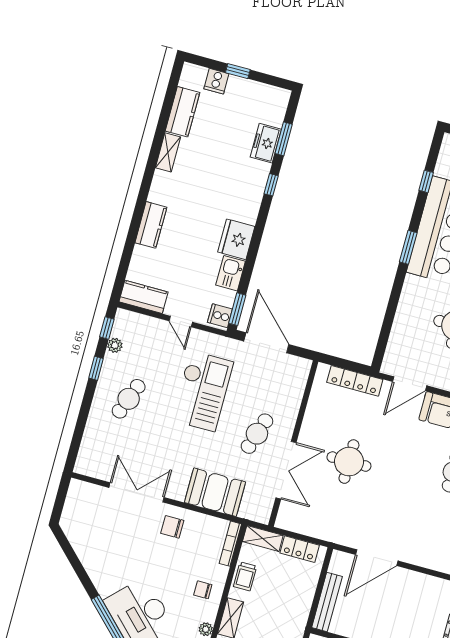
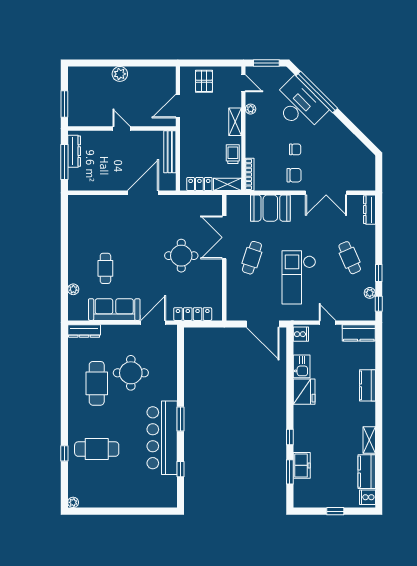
cooker: (216, 81) -> (367, 497), moved, turned -90
window: (237, 309) -> (290, 342), removed
cafe table: (129, 399) -> (350, 258), turned -45
dresser: (85, 455) -> (369, 210), added
chair: (203, 590) -> (295, 149), moved

